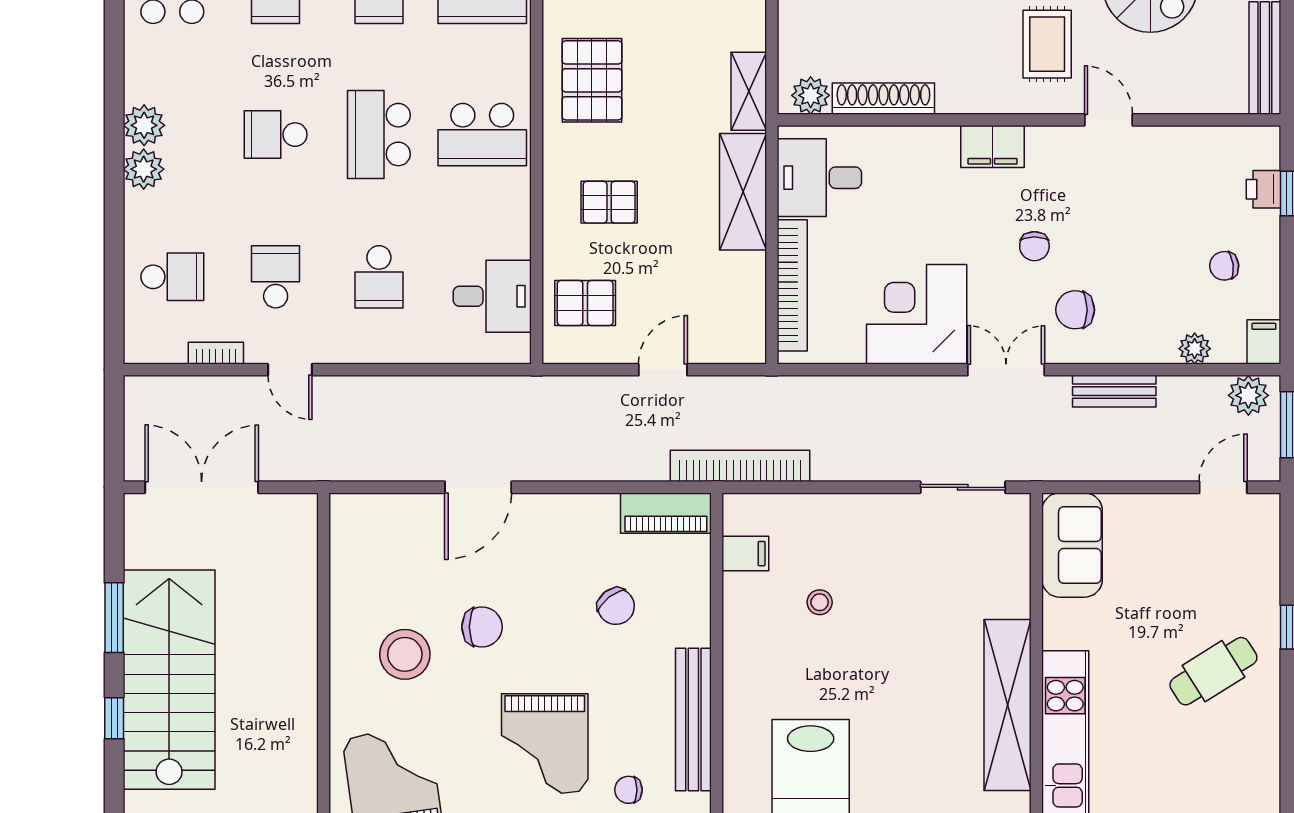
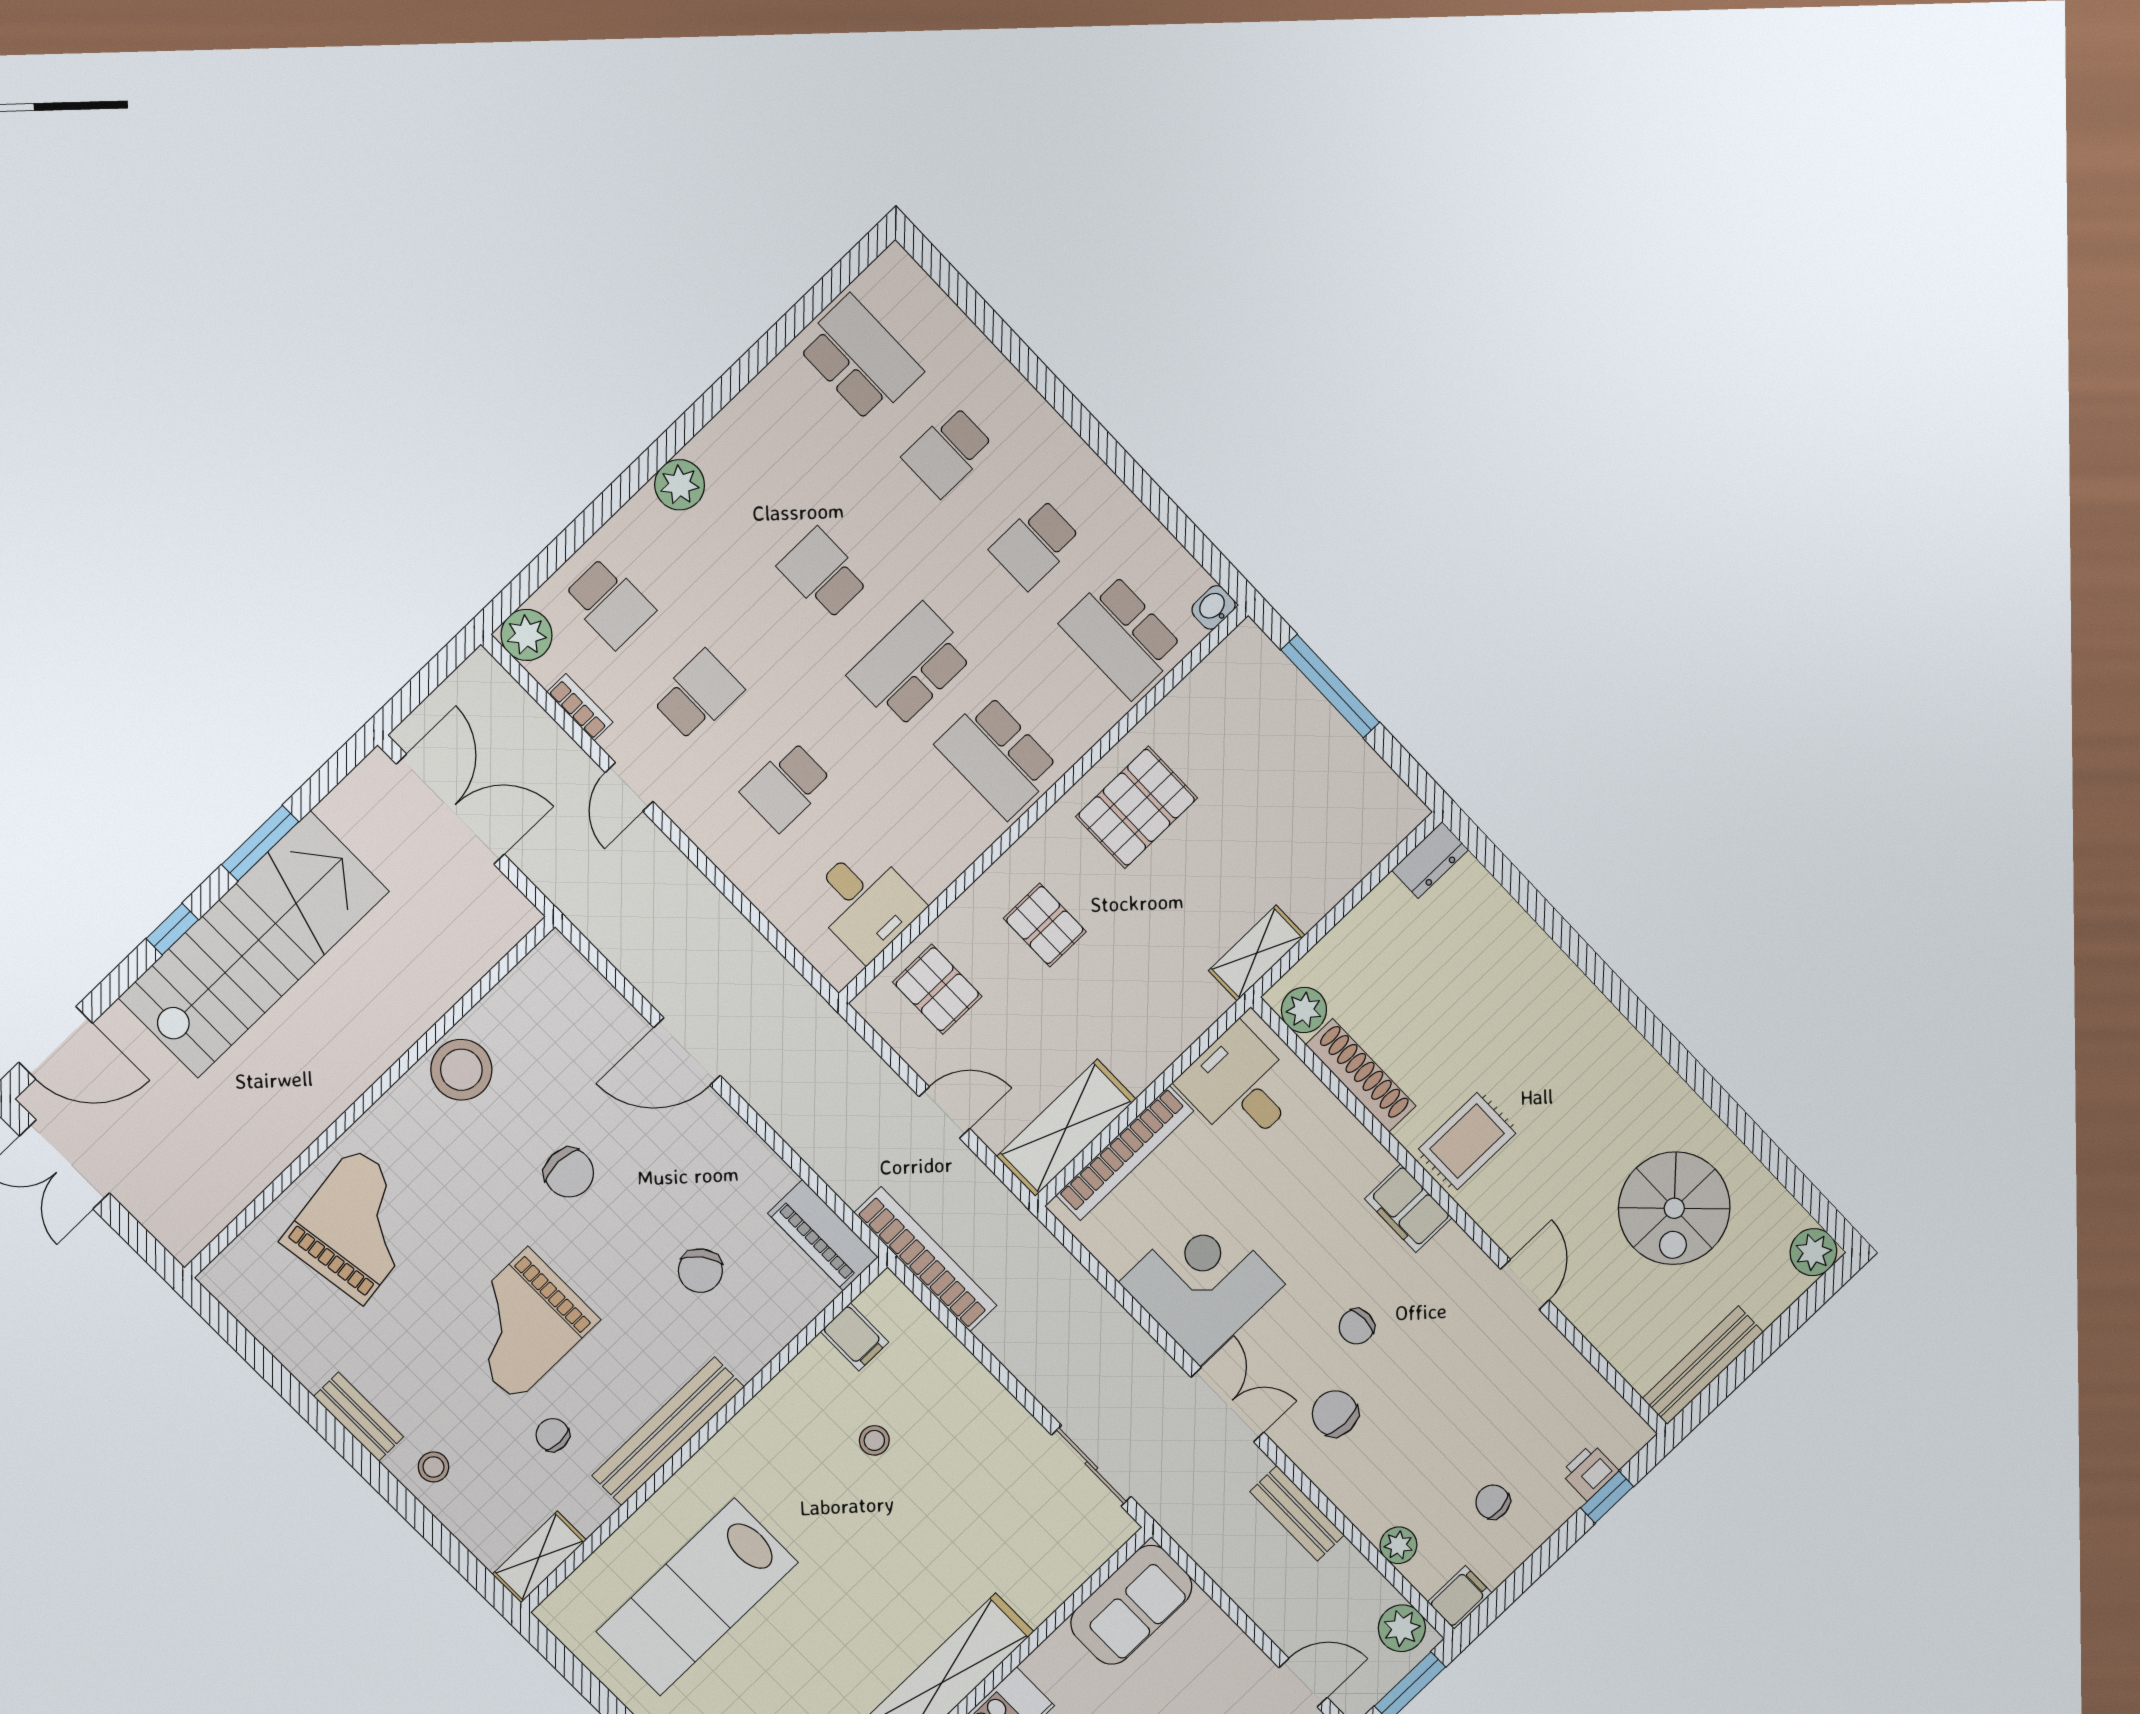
rug: (1047, 44) -> (1467, 1141), moved
plant: (144, 125) -> (527, 635), moved
shelving: (743, 192) -> (1066, 1128), moved
stool: (405, 654) -> (461, 1070), moved

